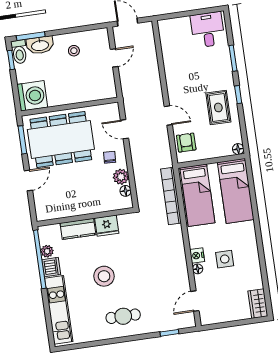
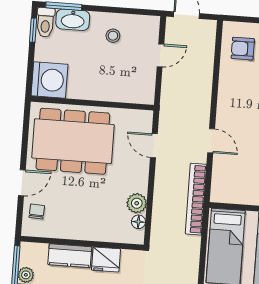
window: (22, 140) -> (26, 131), removed
armchair: (186, 143) -> (243, 49), moved, turned -90
chair: (110, 157) -> (37, 211), moved
bookcase: (171, 196) -> (196, 199), moved

